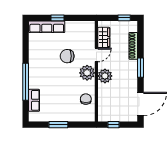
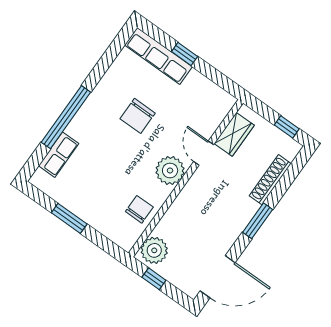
door: (96, 55) -> (204, 153), swing flipped
chair: (67, 56) -> (138, 116), moved, turned -90
plant: (105, 76) -> (154, 250), moved

